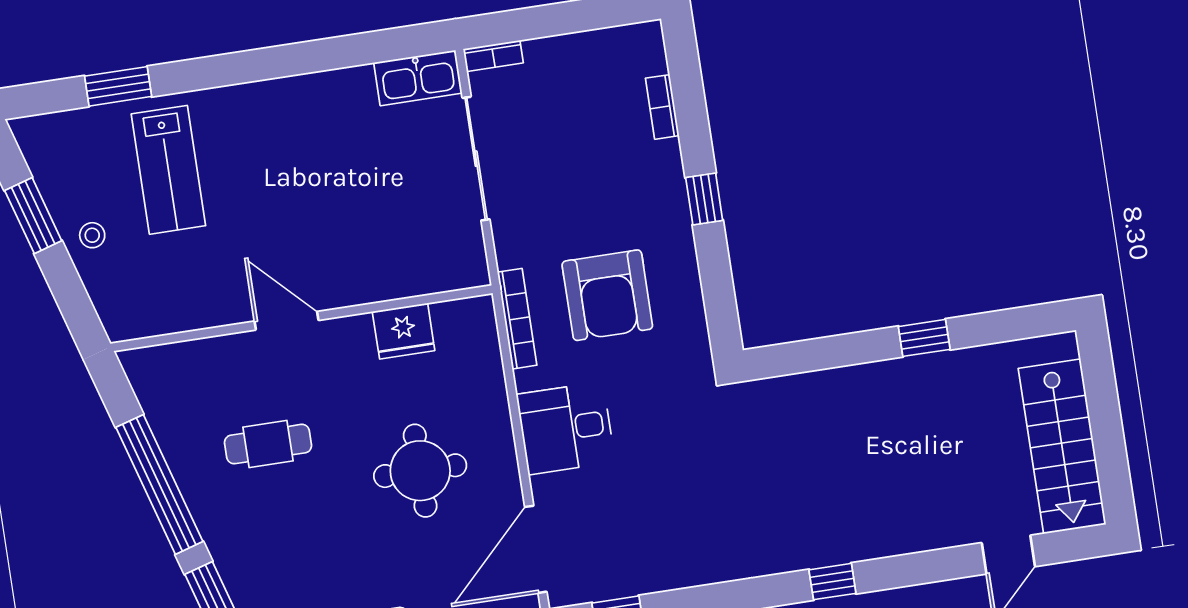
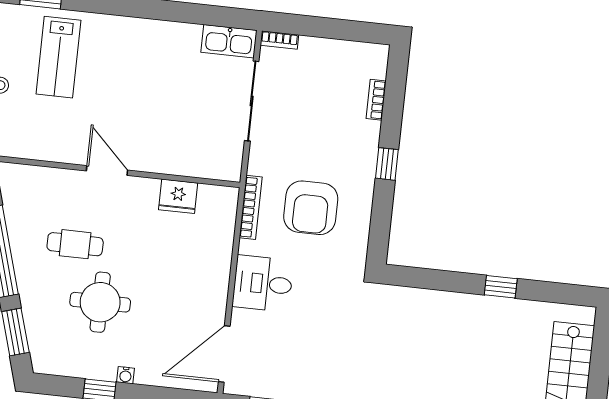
round table: (420, 471) -> (100, 302), moved

